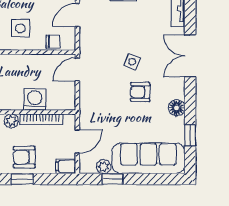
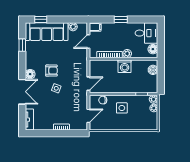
washing machine: (35, 99) -> (125, 66), moved
floor lamp: (177, 108) -> (30, 74), moved
armchair: (24, 157) -> (120, 32), removed
window: (113, 179) -> (41, 19), moved

